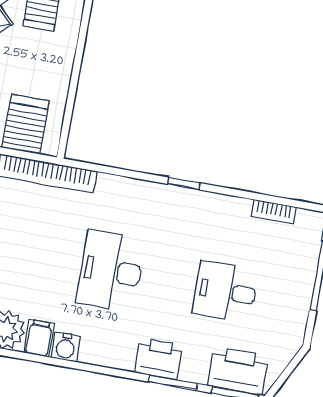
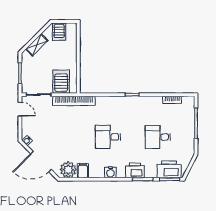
desk: (111, 271) -> (108, 137), width x0.73
water cooler: (66, 347) -> (110, 172), moved

